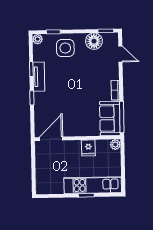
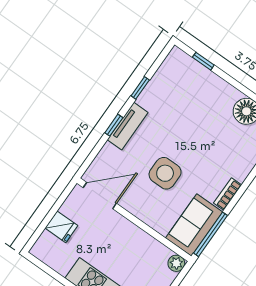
plant: (38, 39) -> (176, 56), removed
side table: (65, 48) -> (165, 173), moved
tv unit: (39, 77) -> (128, 126), moved
fridge: (88, 148) -> (61, 227), moved, turned -90

